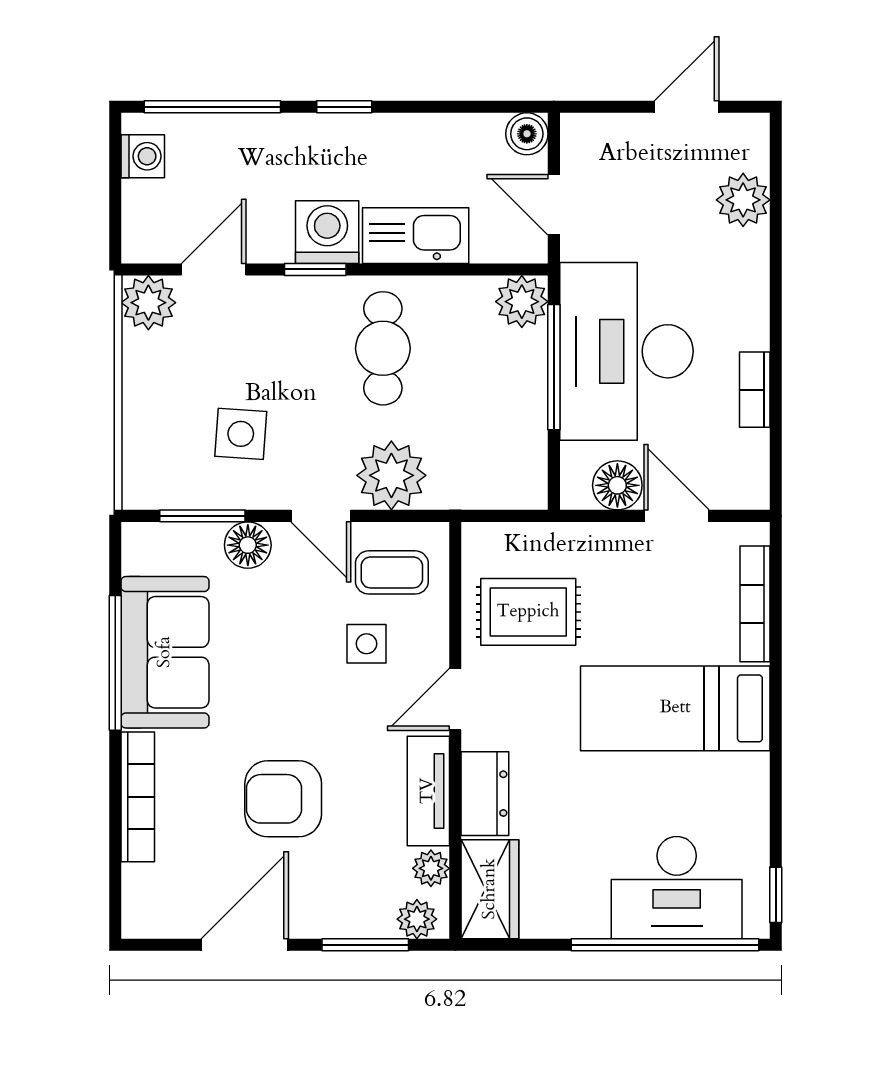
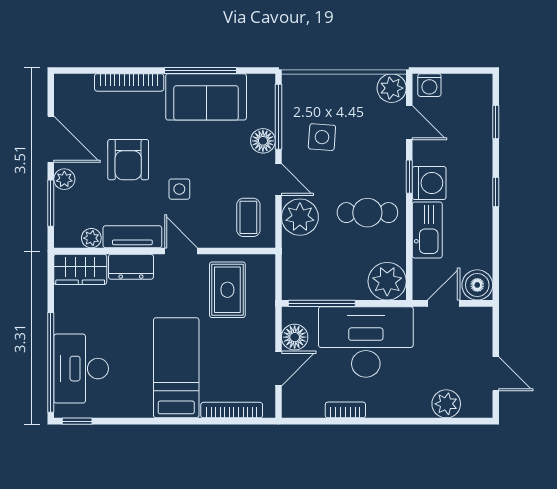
window: (212, 107) -> (496, 122), width x0.46
boiler: (527, 134) -> (477, 285), width x1.36, depth x1.36
washing machine: (143, 156) -> (429, 85), moved
plant: (522, 302) -> (387, 281), width x1.36, depth x1.36
window: (554, 367) -> (322, 303), moved
window: (202, 516) -> (278, 117), width x1.44
door: (321, 516) -> (278, 180), swing flipped
side table: (366, 644) -> (179, 189), moved
armchair: (283, 799) -> (128, 160), turned 180
plant: (417, 919) -> (64, 179), moved

